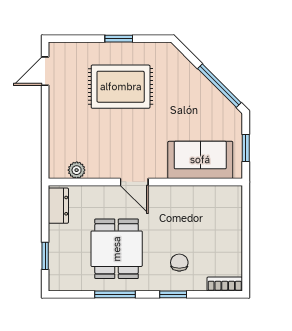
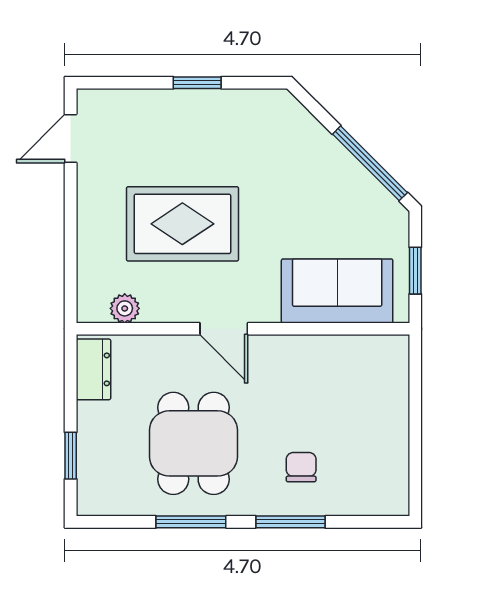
rug: (121, 87) -> (182, 224), moved
bookcase: (225, 284) -> (379, 504), removed
window: (173, 294) -> (290, 522), width x1.50

